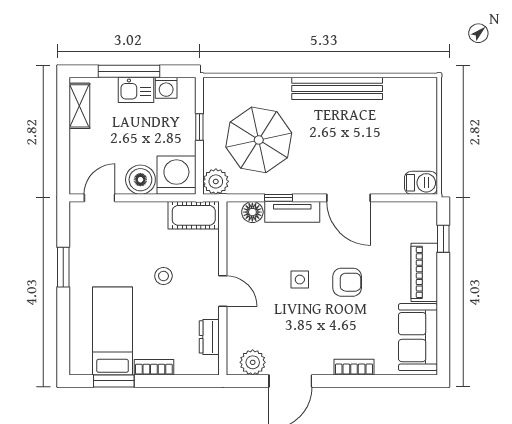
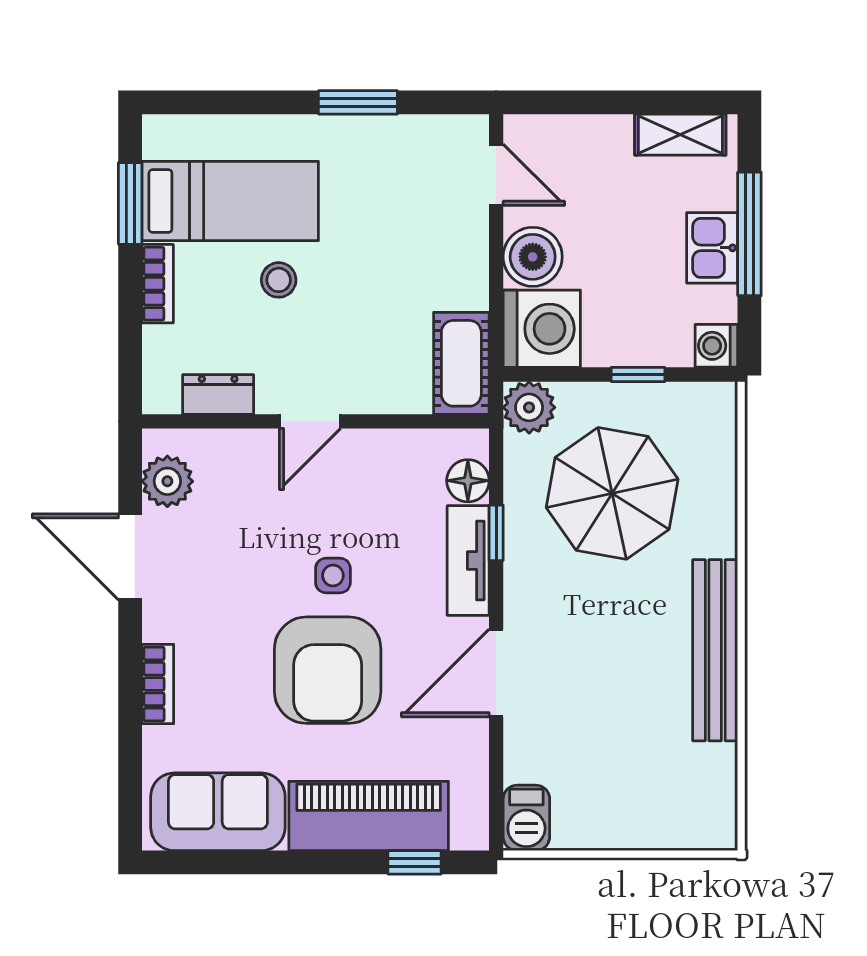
washing machine: (166, 88) -> (716, 346), moved
piano: (424, 272) -> (369, 816), width x1.37, depth x1.33
stool: (163, 276) -> (279, 280), moved
armchair: (347, 282) -> (328, 670), width x1.88, depth x1.88

